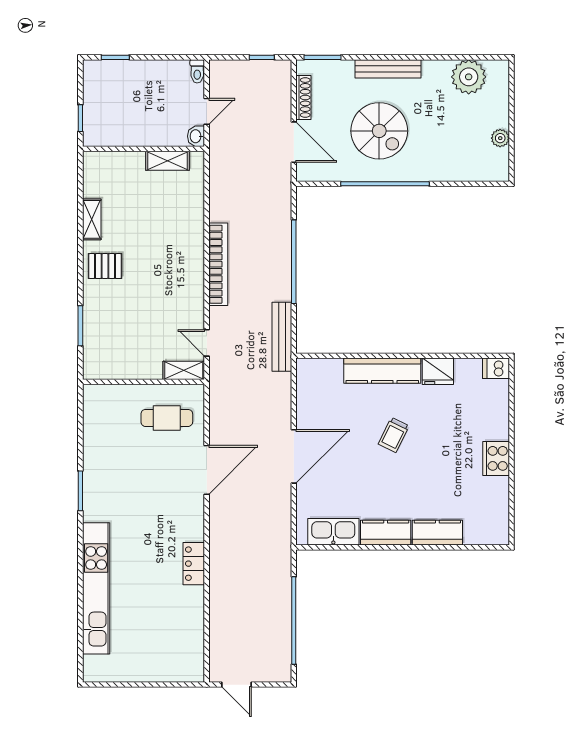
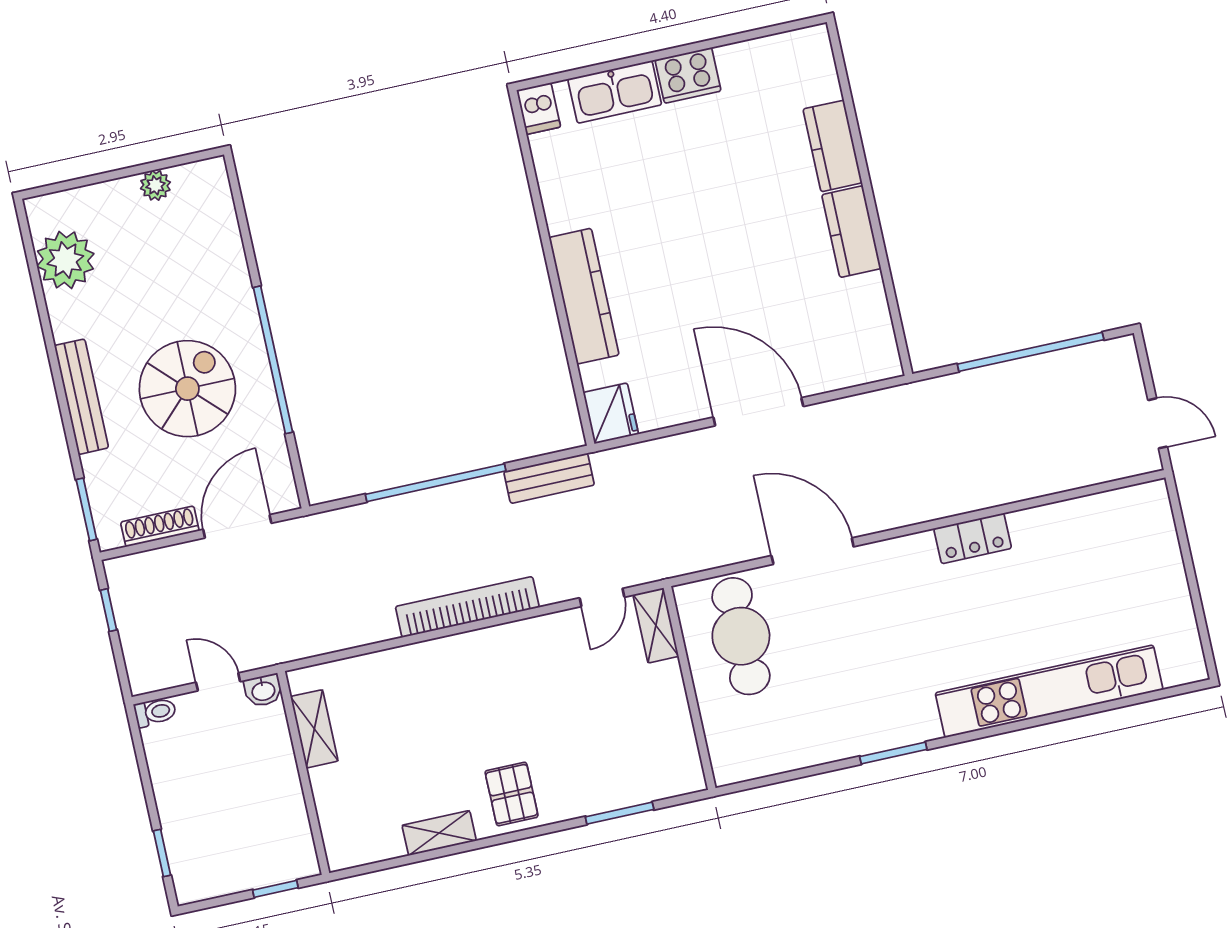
bench: (282, 337) -> (549, 478), width x0.73
fridge: (438, 371) -> (611, 413), moved
cafe table: (167, 418) -> (741, 636), width x1.37, depth x1.35
trolley: (394, 435) -> (686, 254), removed
kitchen sink: (333, 532) -> (615, 92), moved, turned -90
door: (237, 685) -> (1158, 423), hinge flipped

